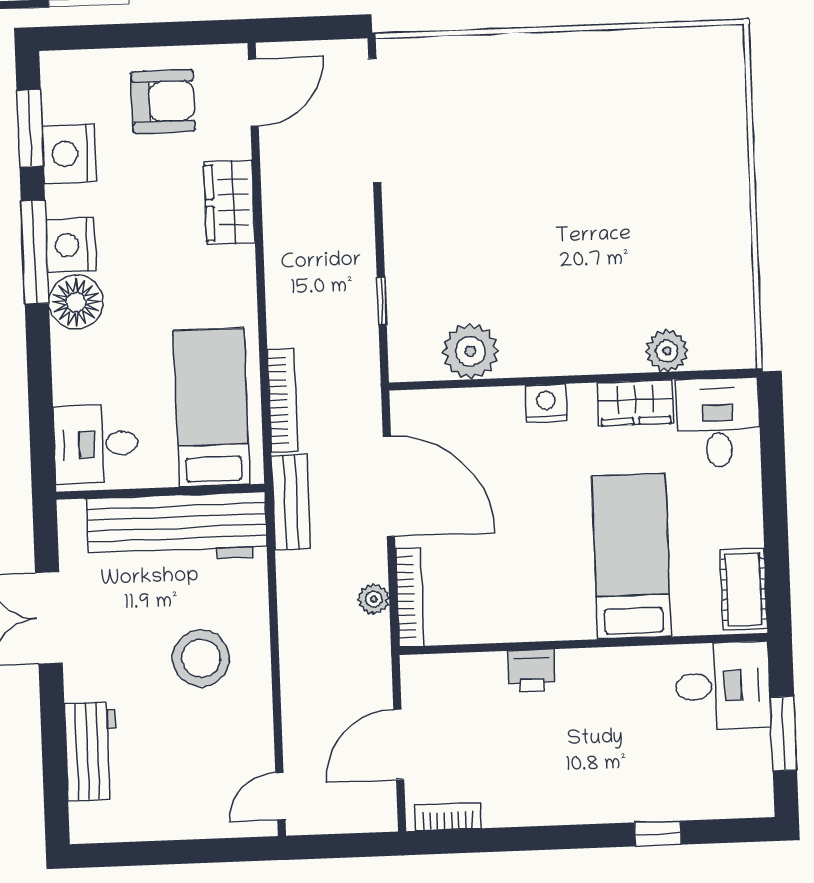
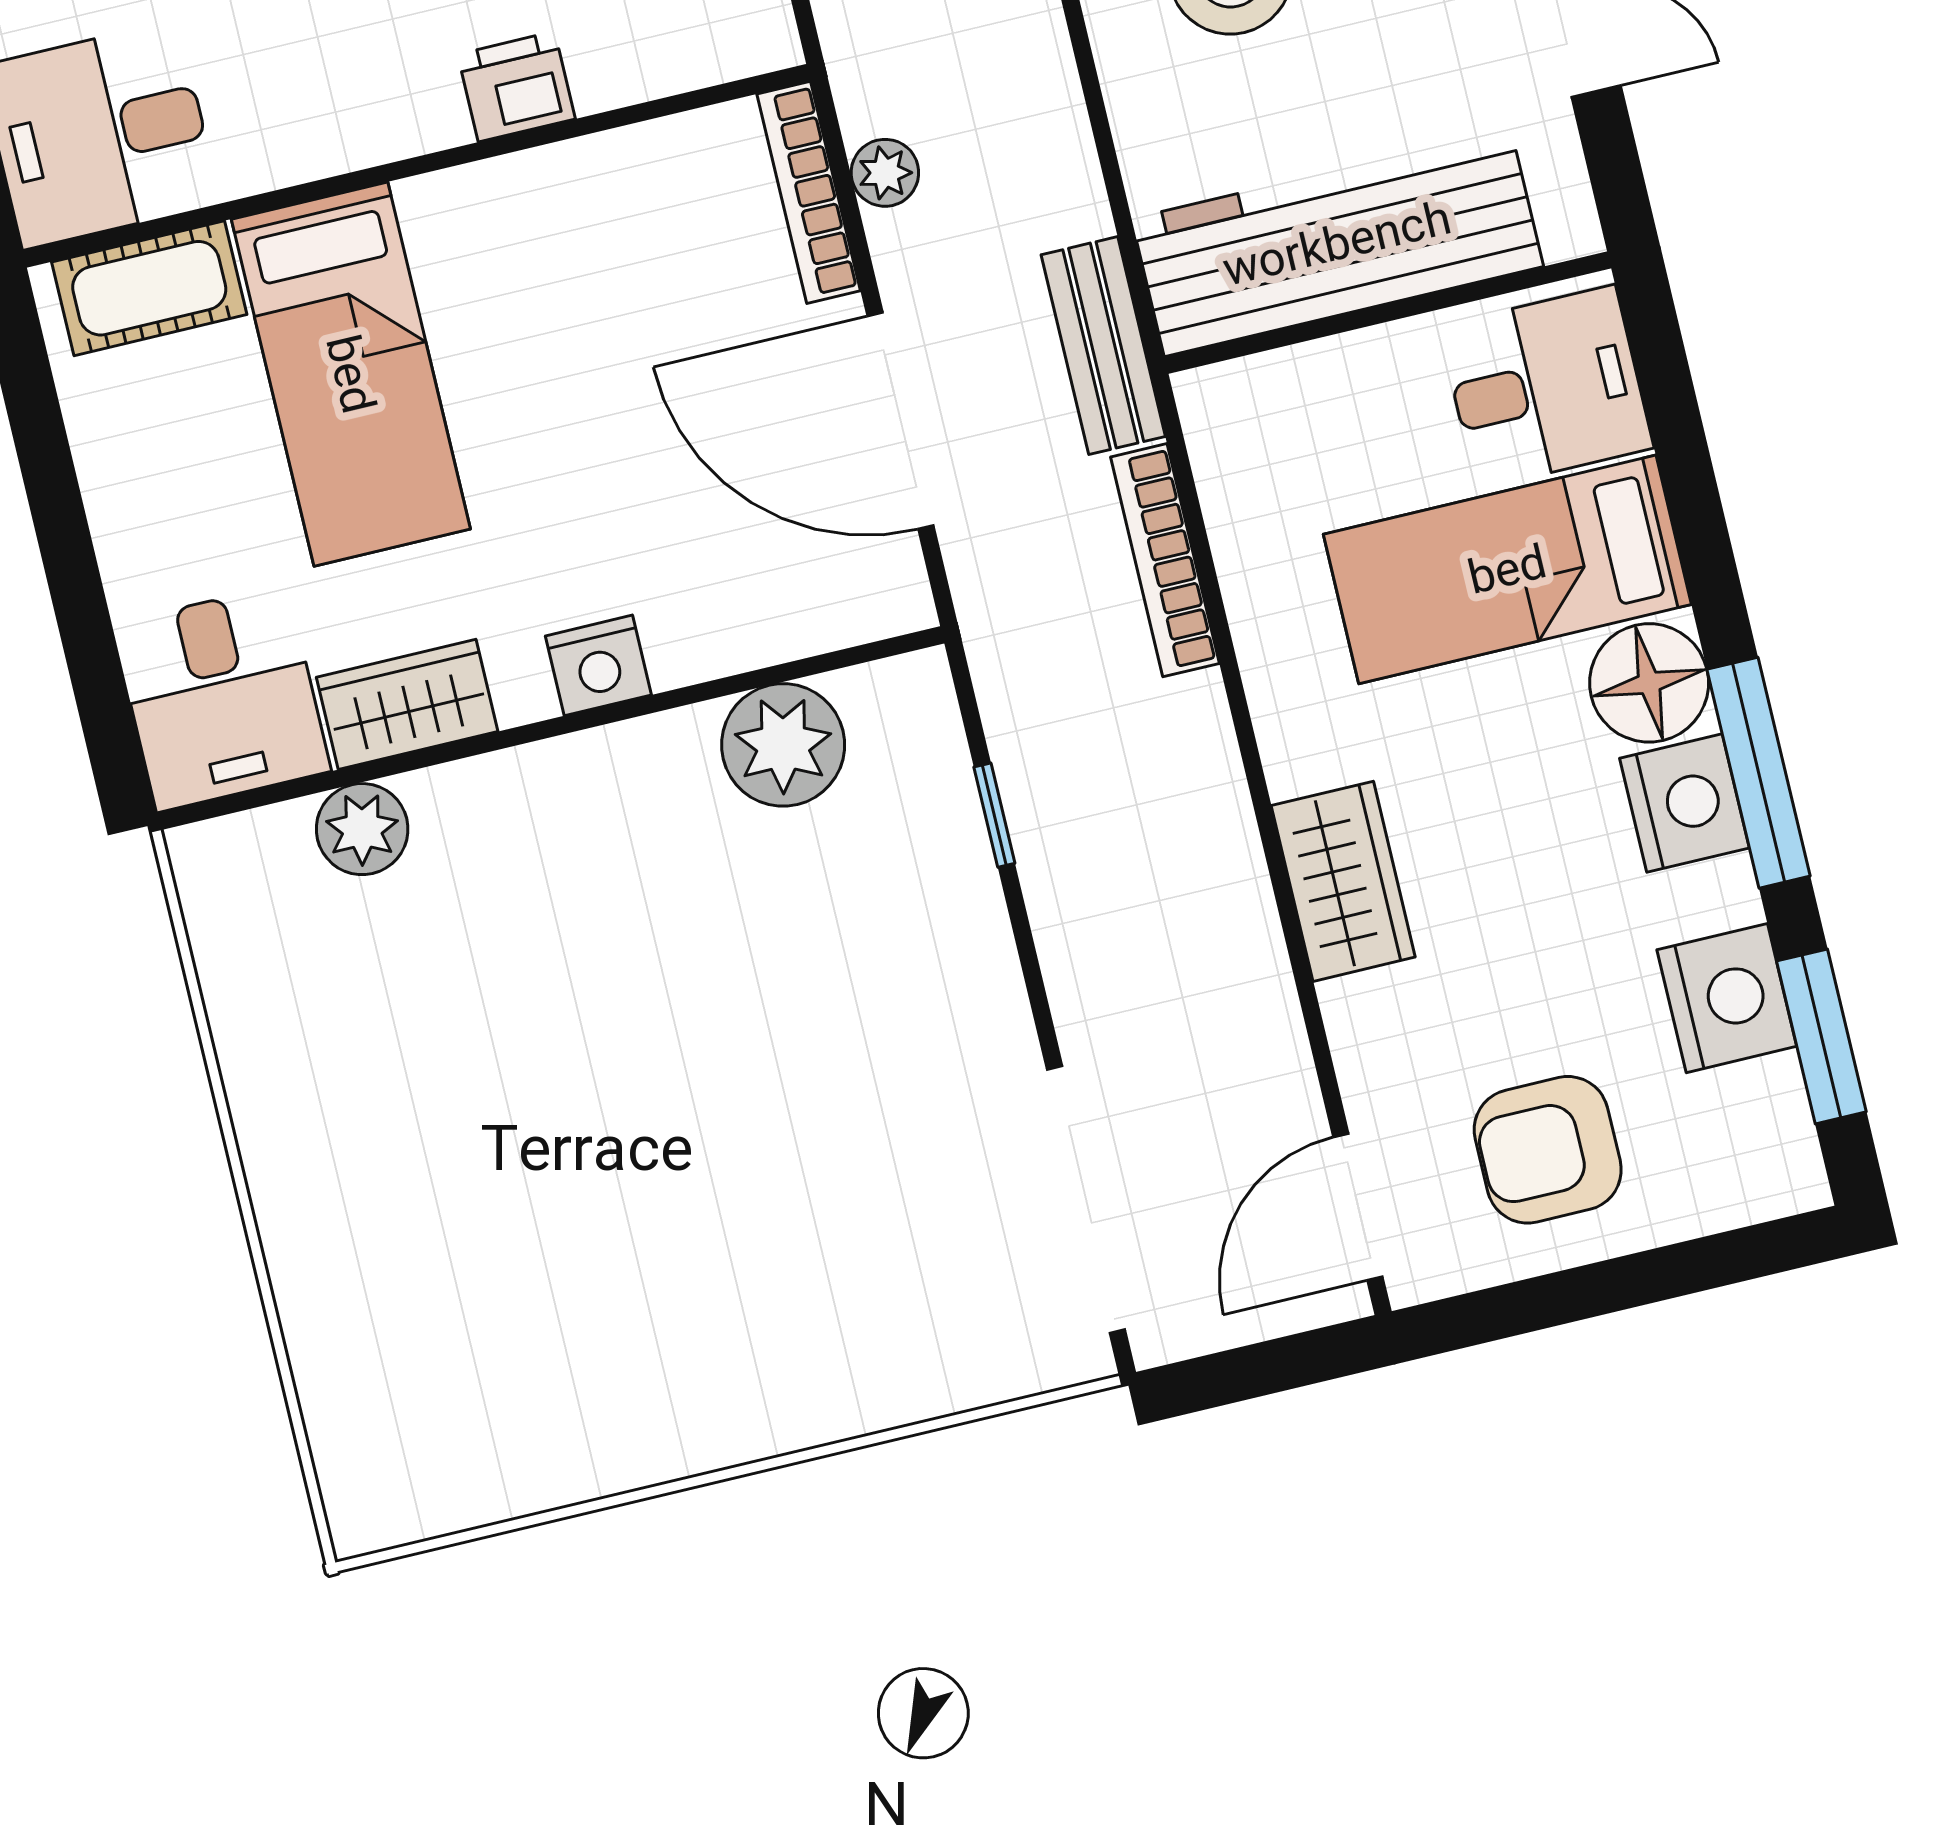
wardrobe: (230, 202) -> (1343, 881), moved
bed: (212, 407) -> (1507, 569), moved, turned 90
cot: (744, 589) -> (149, 288), moved, turned 90

